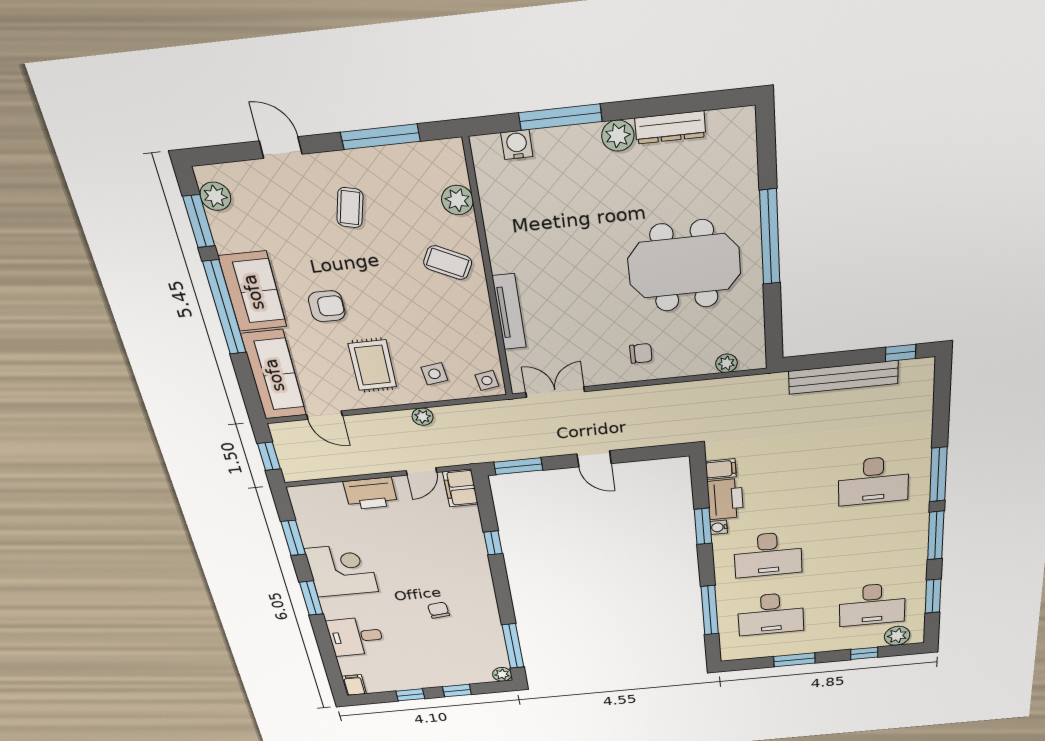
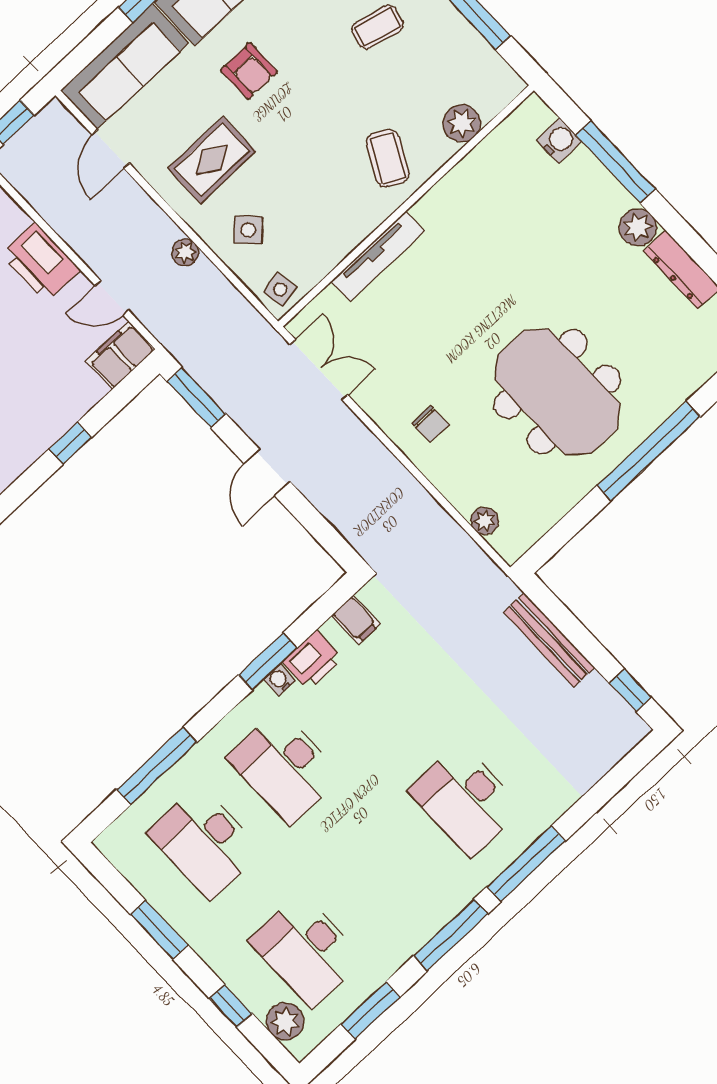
side table: (434, 374) -> (248, 230), turned -37
bench: (843, 377) -> (549, 640), width x0.73, depth x0.82
printer: (725, 499) -> (312, 660), width x0.73, depth x0.84

